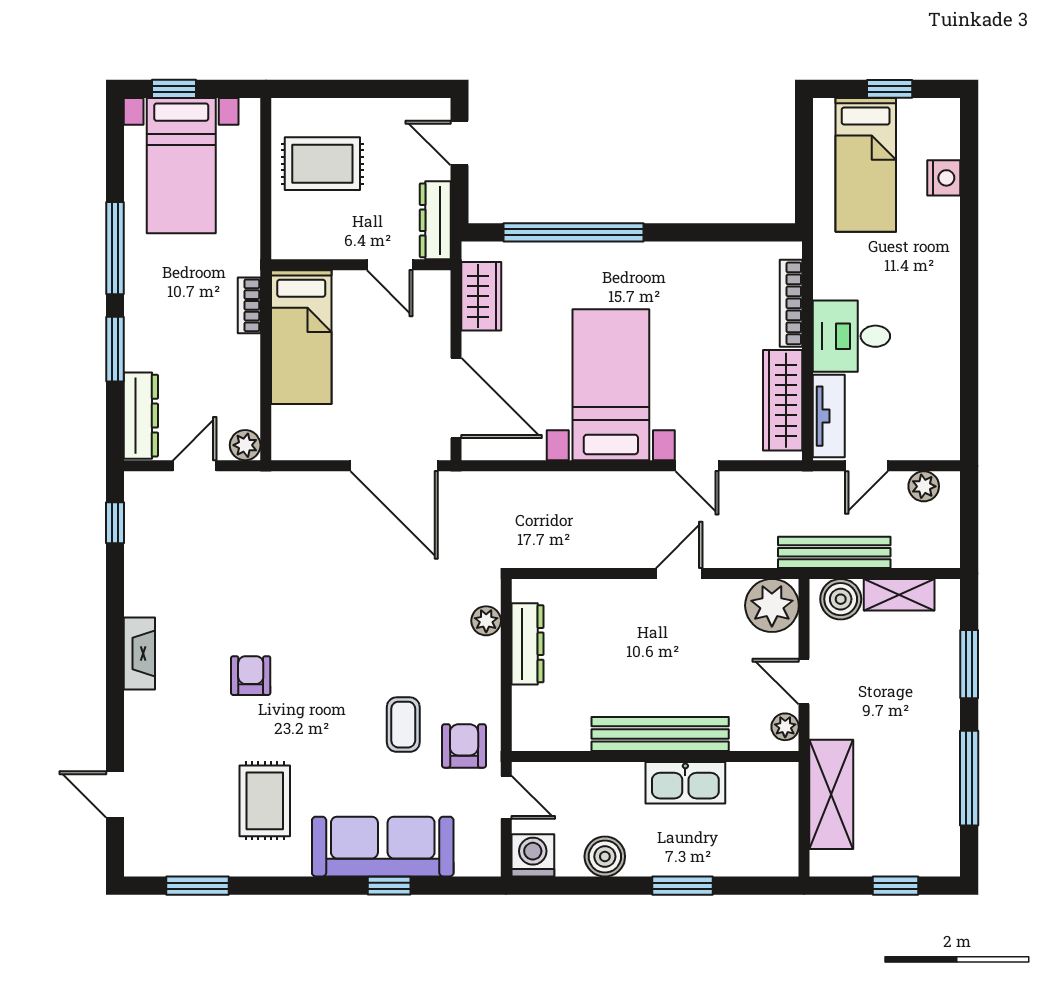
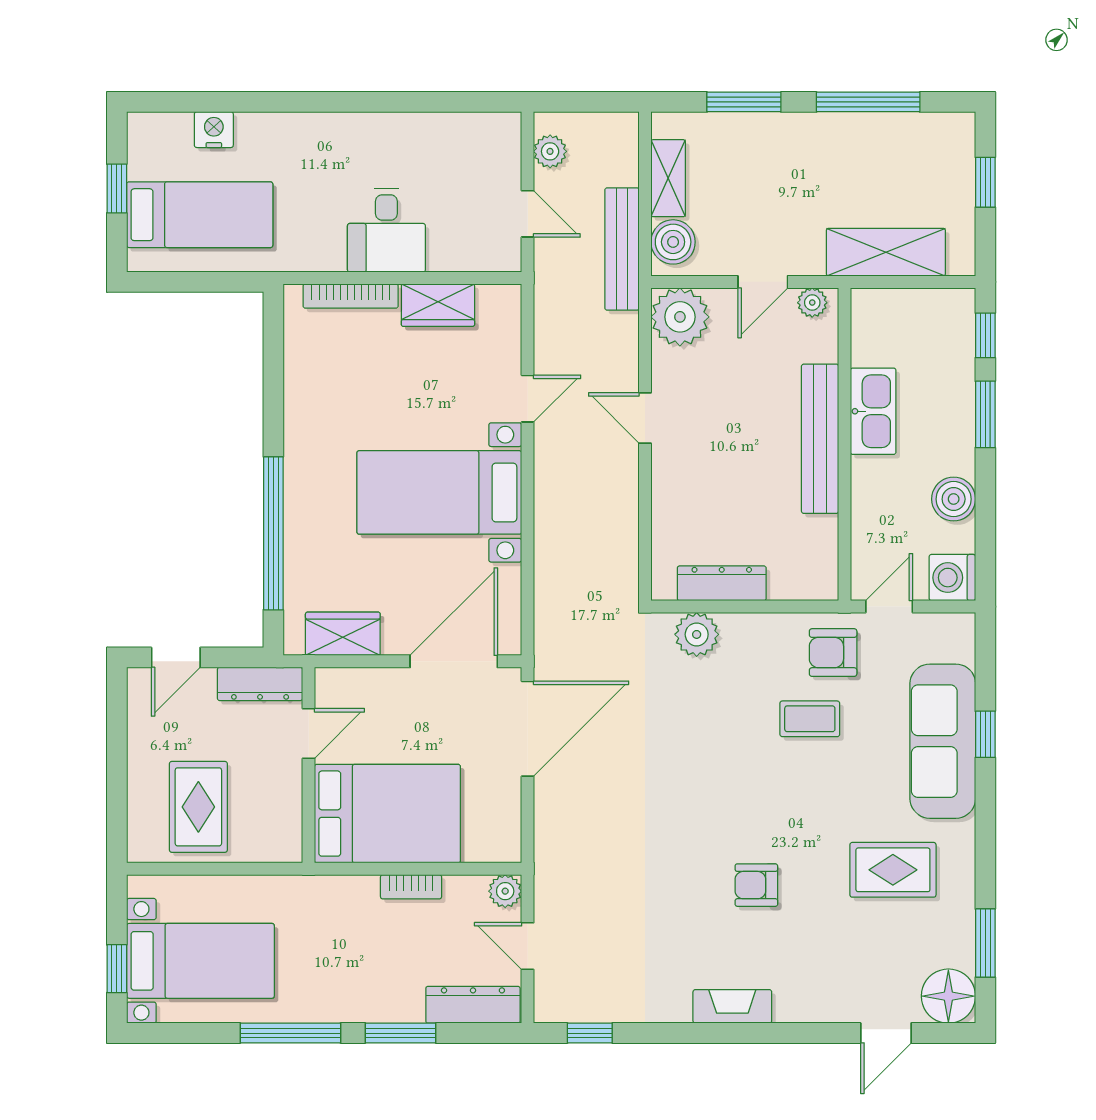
bookcase: (249, 305) -> (411, 887), moved
bed: (301, 337) -> (387, 814), width x1.50
wardrobe: (783, 400) -> (438, 305), width x0.67
tv unit: (829, 416) -> (473, 255), removed
plant: (486, 621) -> (697, 634), width x1.38, depth x1.38
floor lamp: (149, 852) -> (948, 996), added
window: (755, 886) -> (985, 335), added

